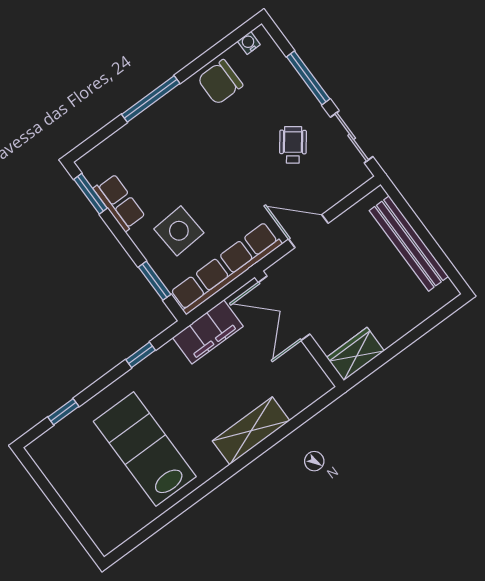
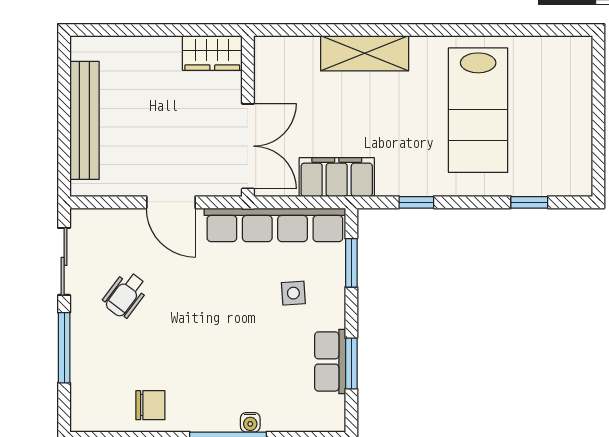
water cooler: (249, 43) -> (250, 422), moved
chair: (220, 82) -> (150, 405), width x0.73, depth x0.73
window: (91, 194) -> (351, 363), moved
side table: (179, 231) -> (293, 293), width x0.54, depth x0.54

